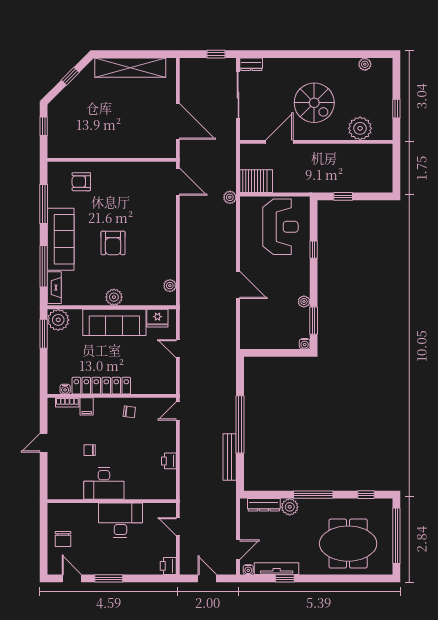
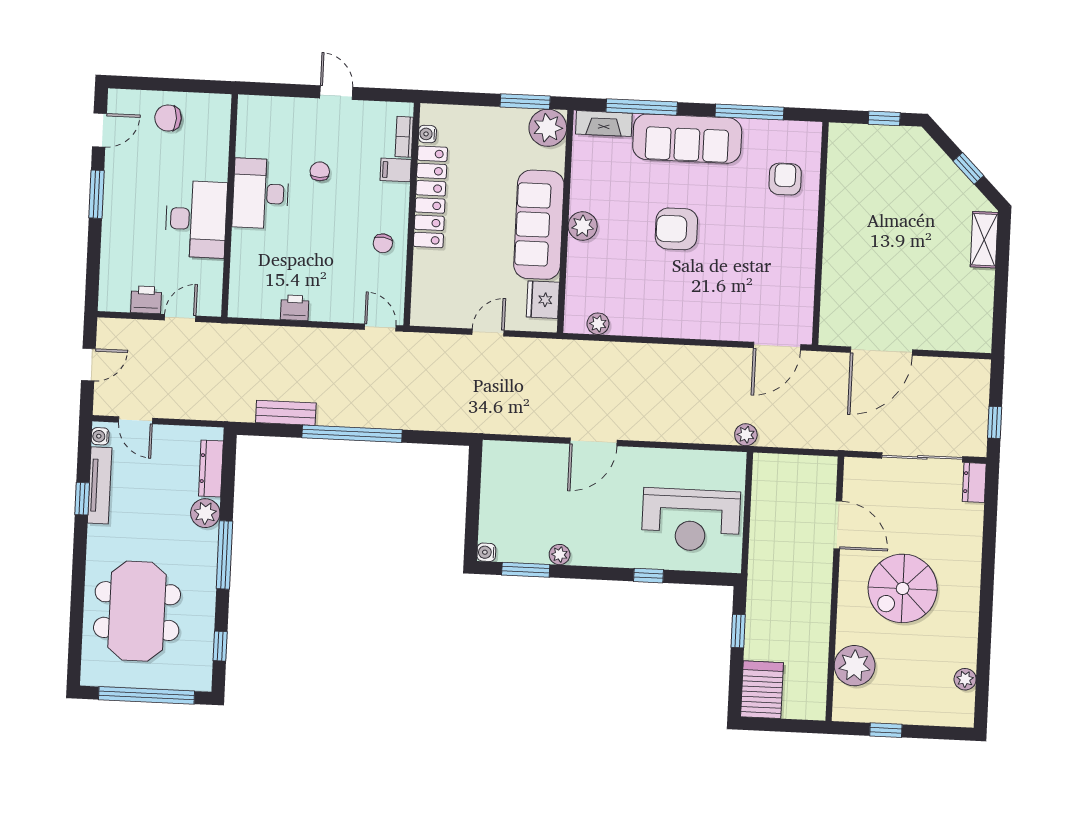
shelving: (130, 68) -> (984, 240), width x0.45, depth x0.75
server rack: (256, 181) -> (762, 690), moved, turned 180
bench: (230, 457) -> (286, 413), width x0.73
printer: (168, 566) -> (146, 300), moved

